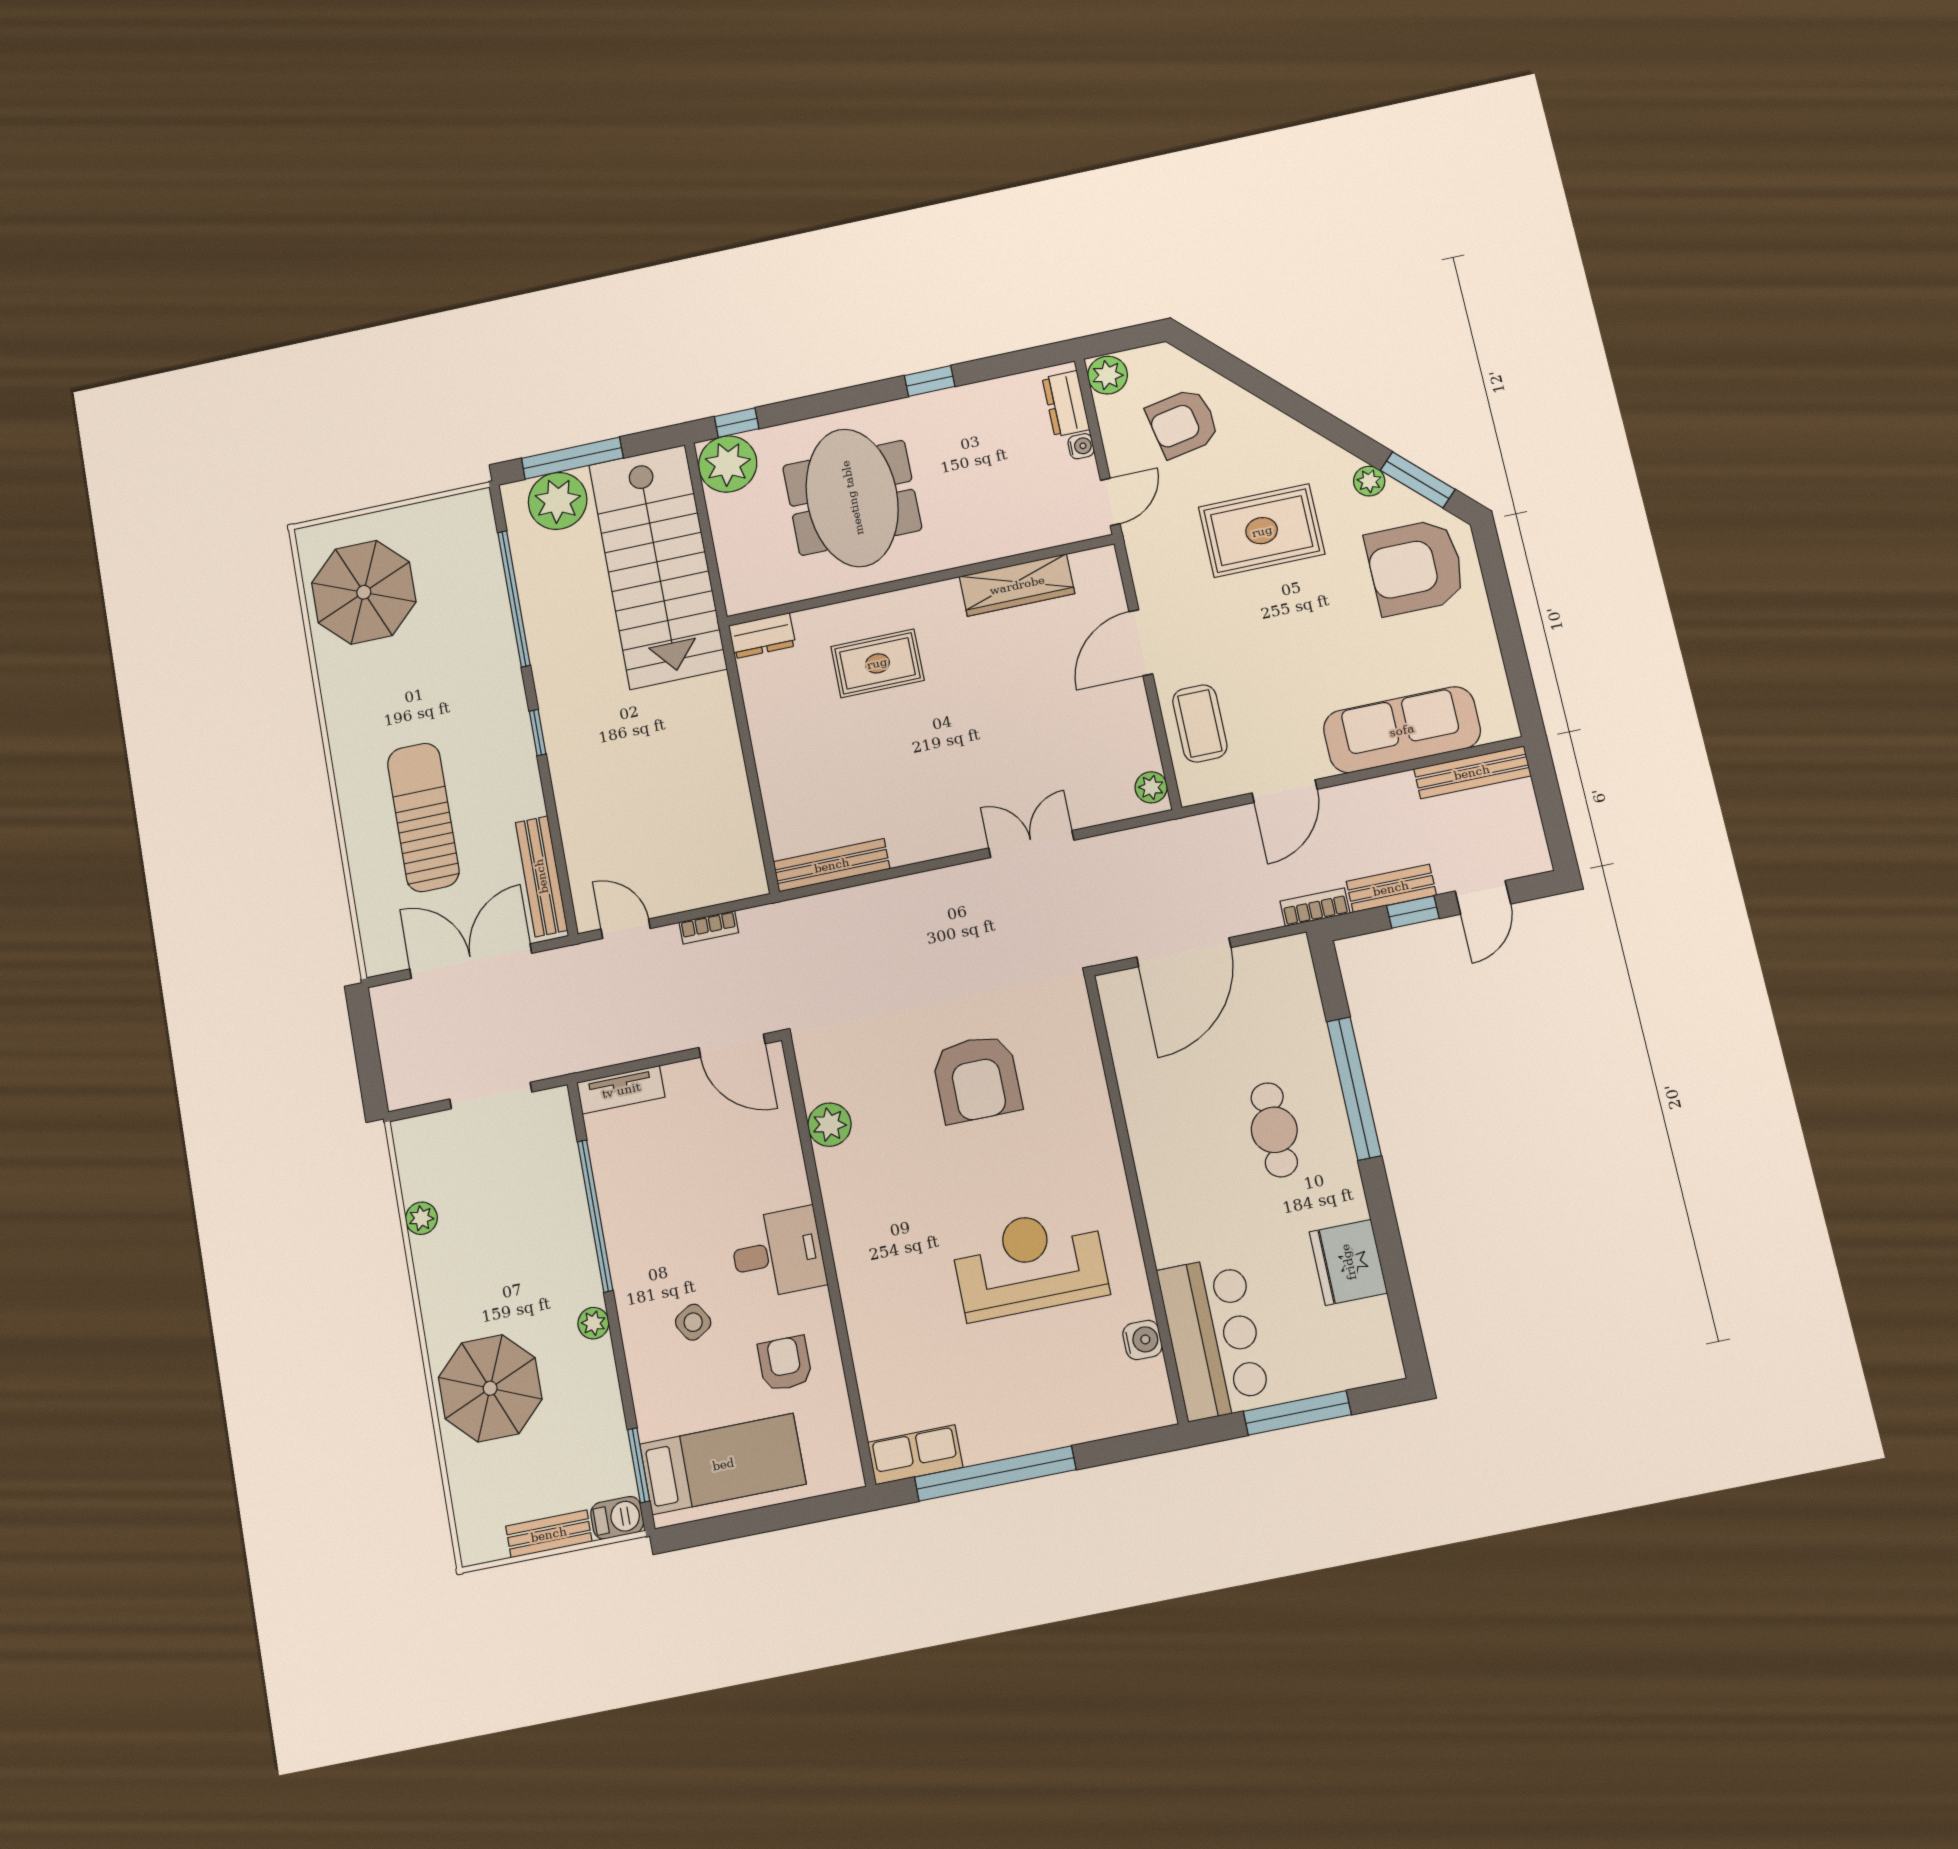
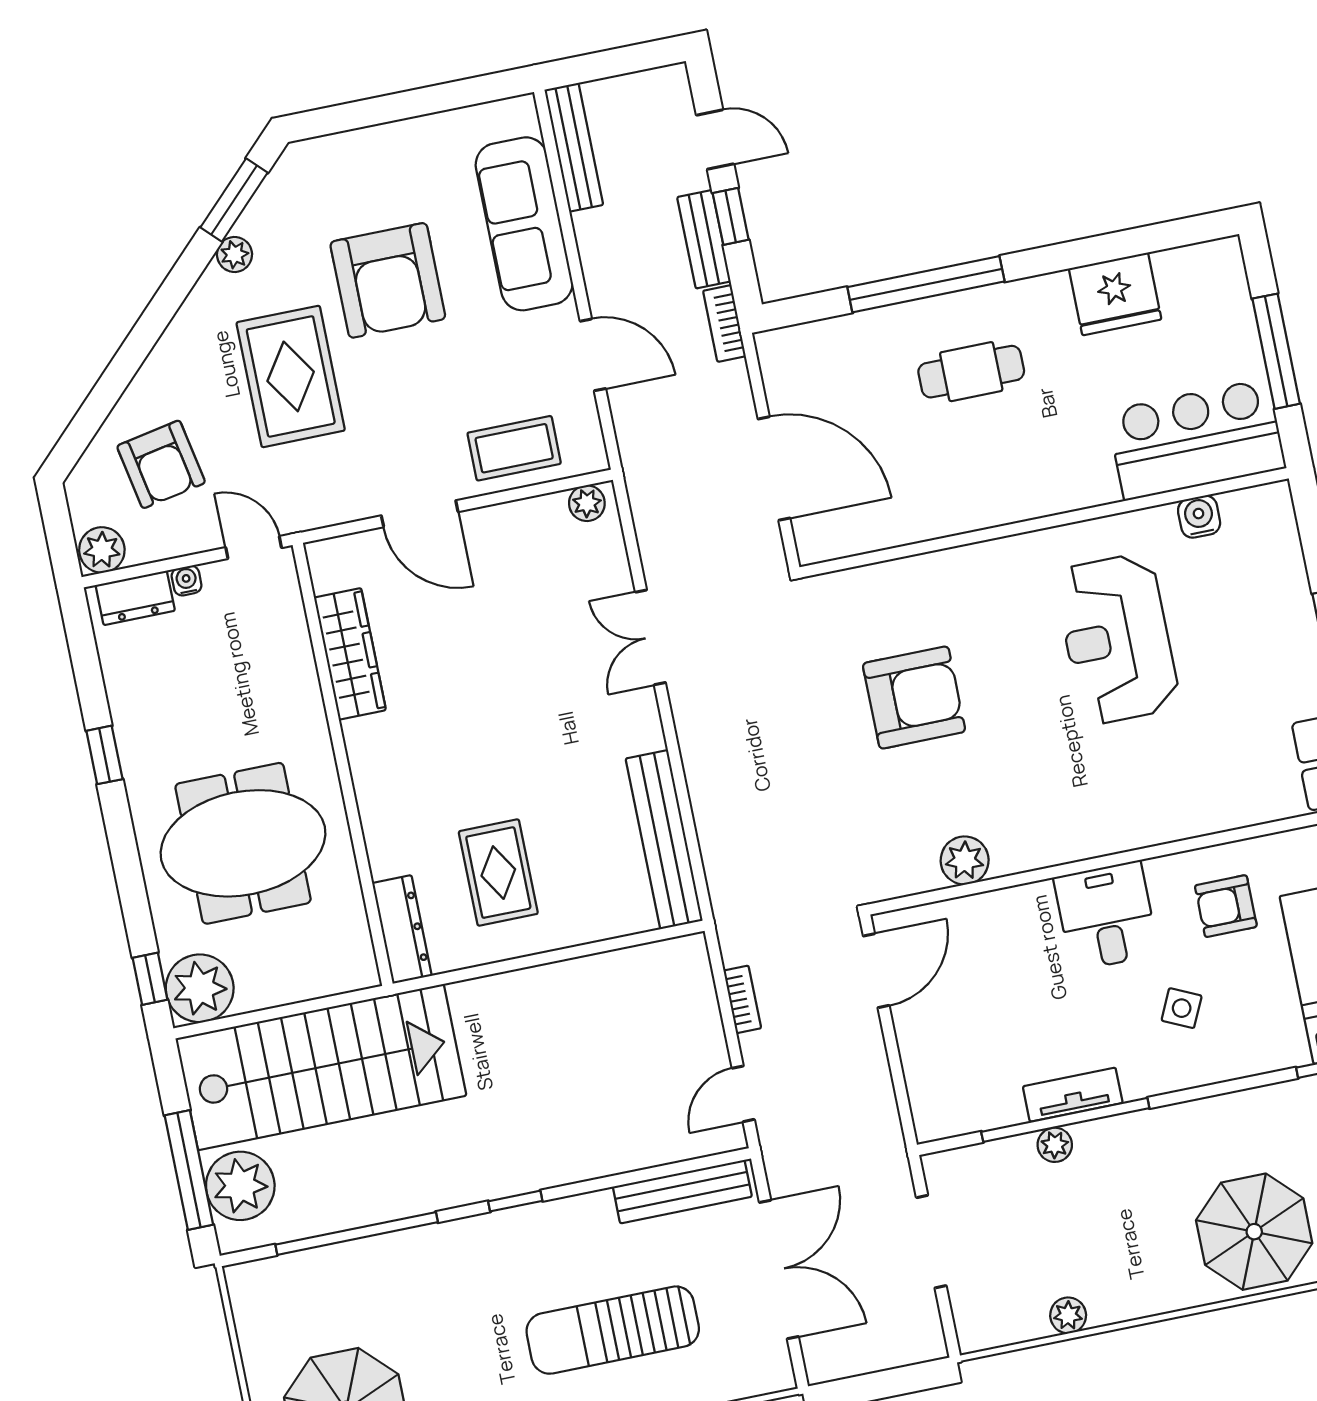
armchair: (1415, 567) -> (388, 280), moved
dresser: (762, 636) -> (402, 929), width x1.44
rug: (877, 663) -> (498, 873), moved
bench: (832, 865) -> (664, 840), width x1.37, depth x1.21
double door: (471, 961) -> (779, 1270), swing flipped
tv unit: (621, 1090) -> (1073, 1095), moved, turned -90
side table: (693, 1322) -> (1182, 1008), turned -34
plant: (593, 1323) -> (1055, 1145), moved

